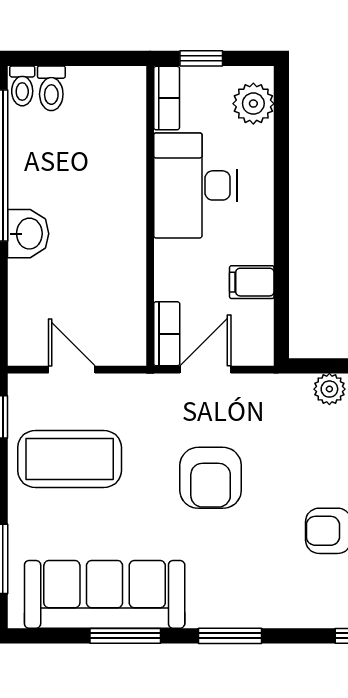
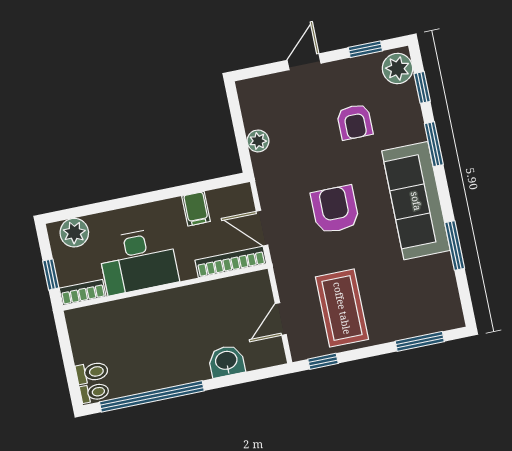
washbasin: (28, 234) -> (226, 361), moved
bookcase: (167, 334) -> (231, 262), width x1.56
armchair: (211, 478) -> (335, 209), turned -90
sofa: (105, 594) -> (416, 201), moved
window: (230, 636) -> (434, 144), moved

